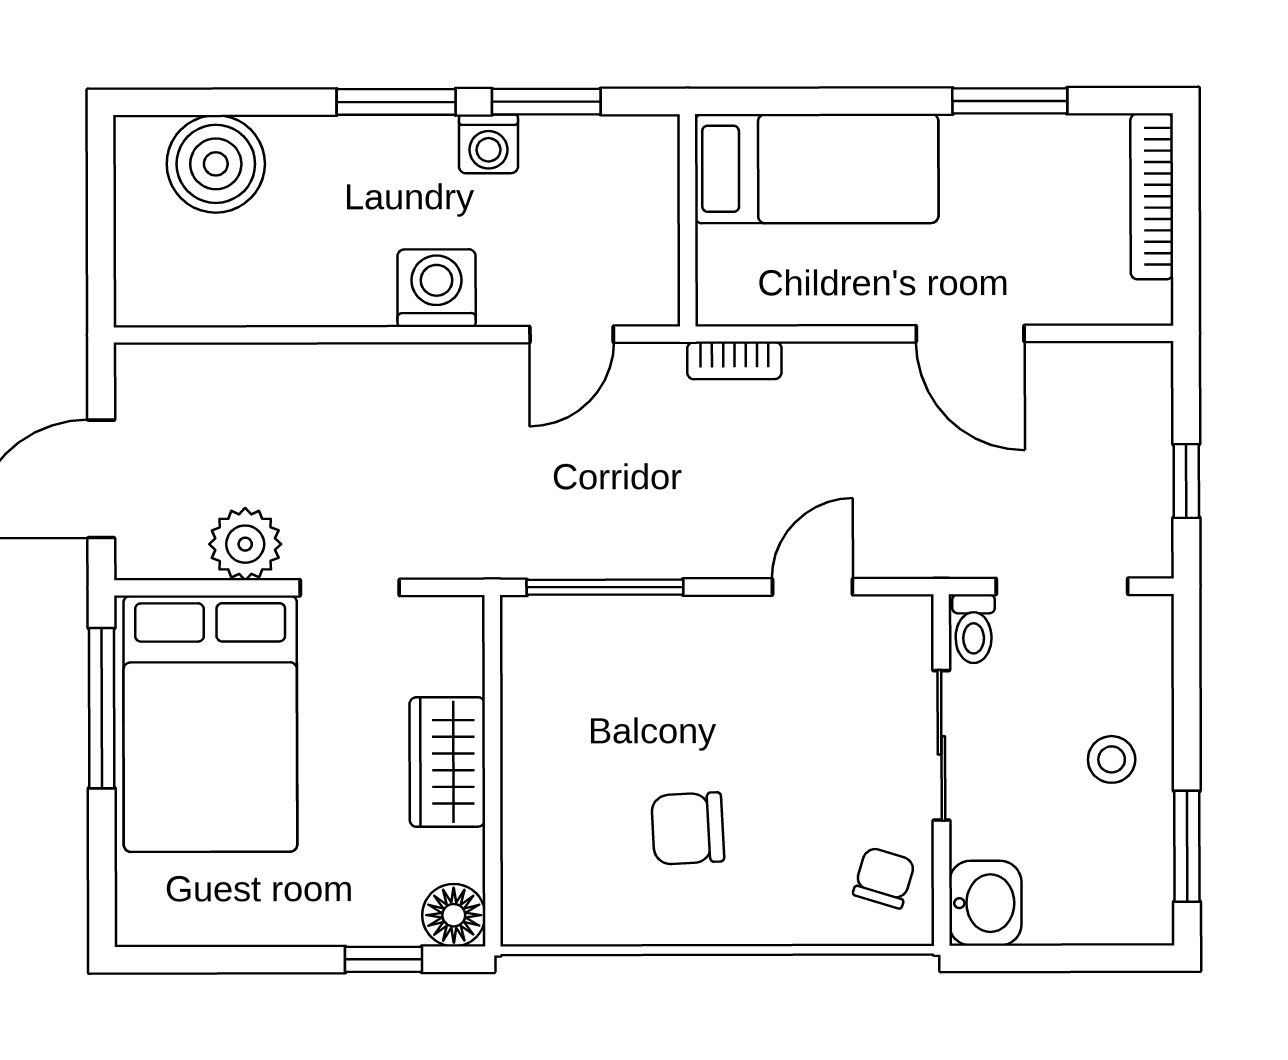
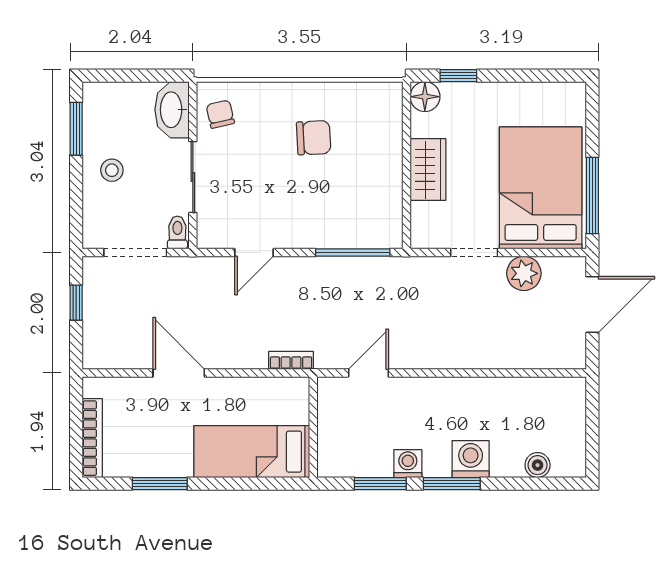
boiler: (216, 164) -> (538, 465), width x0.54, depth x0.54
washing machine: (437, 288) -> (471, 459), moved, turned 180
chair: (884, 878) -> (220, 114), turned 150
washbasin: (985, 903) -> (172, 110), width x1.38

